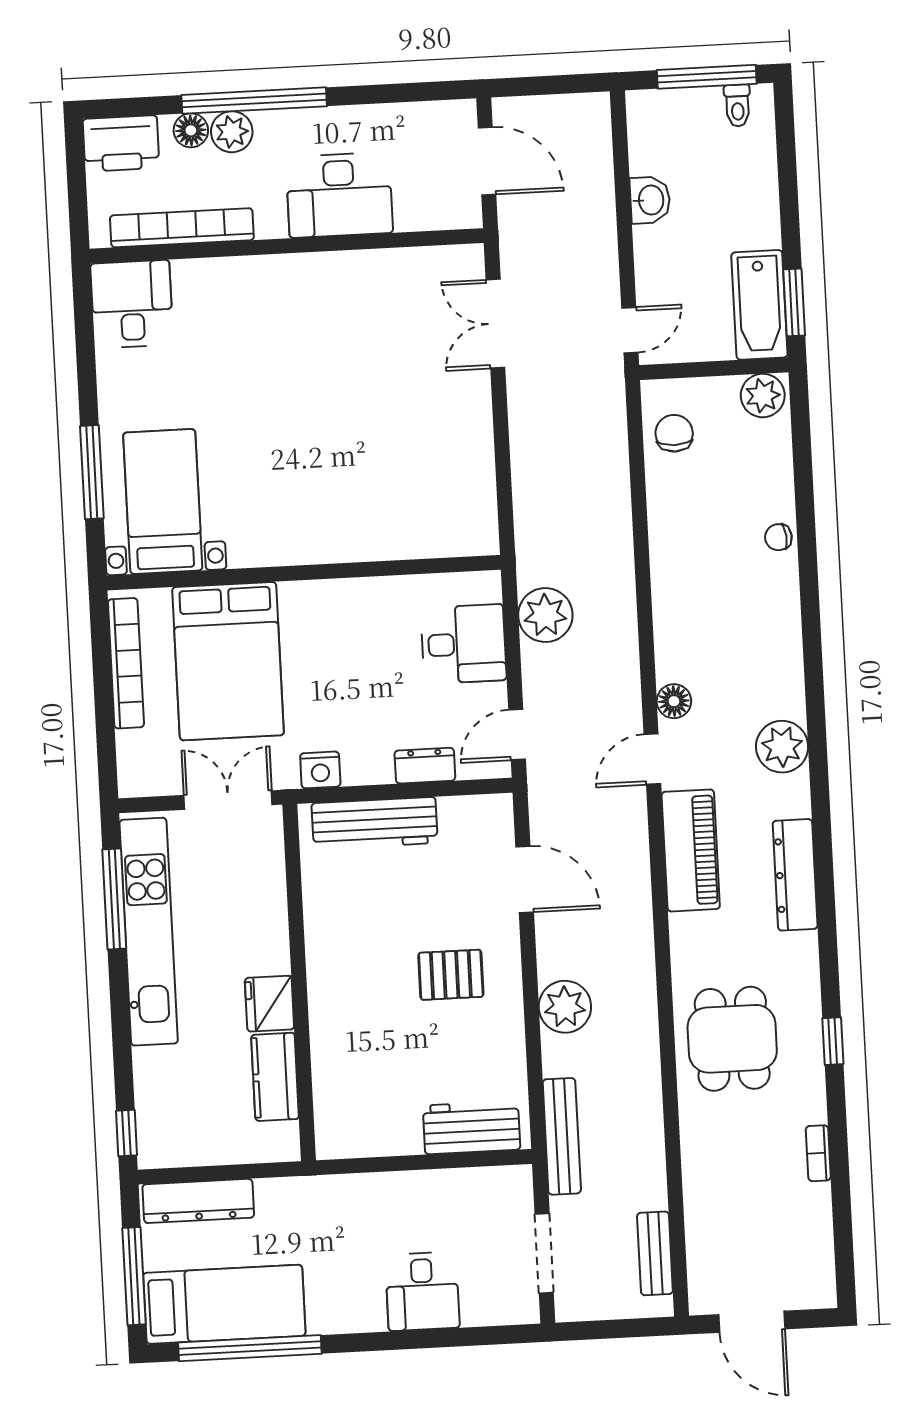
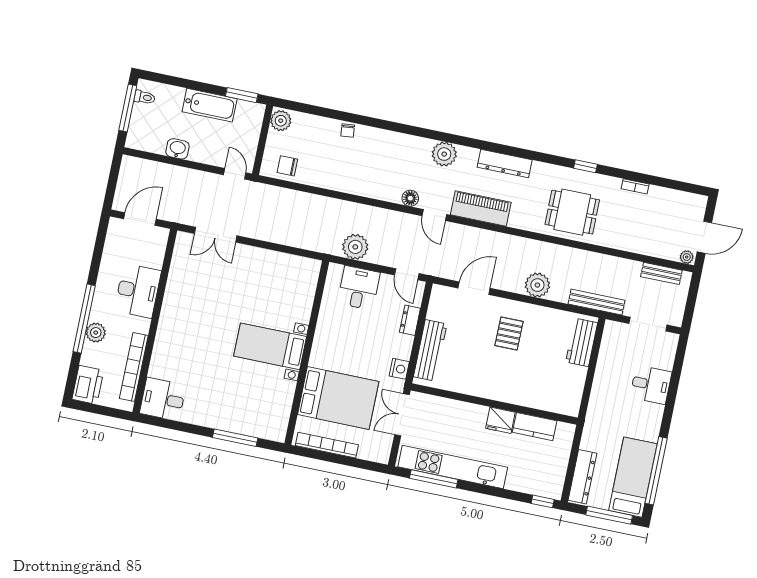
floor lamp: (191, 130) -> (90, 351), removed
bathtub: (759, 305) -> (210, 105), moved
bed with nightstands: (163, 502) -> (270, 346), moved
plant: (702, 1296) -> (687, 257), added

